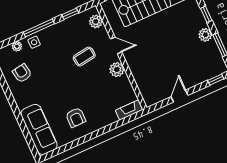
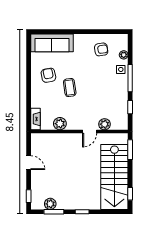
plant: (96, 21) -> (105, 124), moved
plant: (205, 35) -> (50, 204), moved
coffee table: (84, 57) -> (70, 87), moved
plant: (117, 70) -> (60, 124), moved
armchair: (76, 117) -> (48, 75), turned 79

